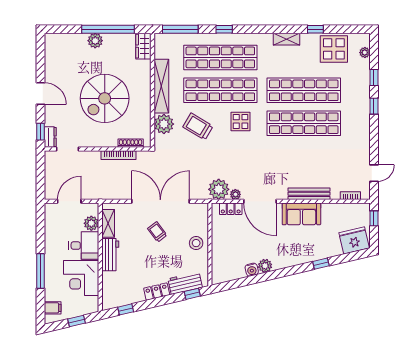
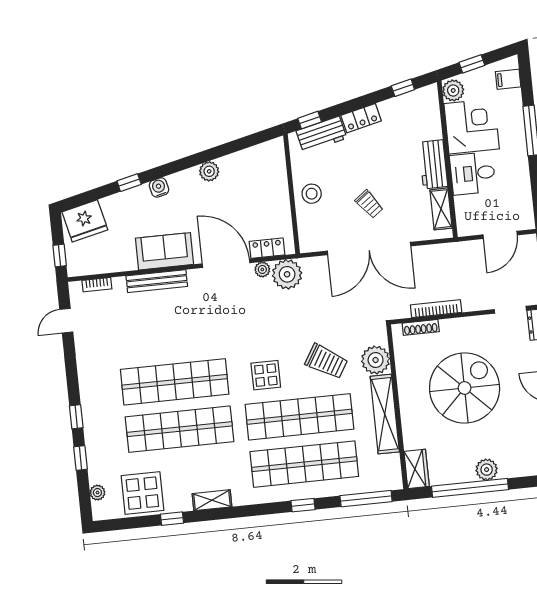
plant: (91, 223) -> (453, 90), moved
water cooler: (252, 270) -> (159, 188), moved

